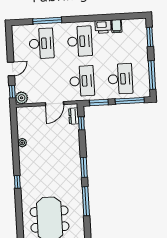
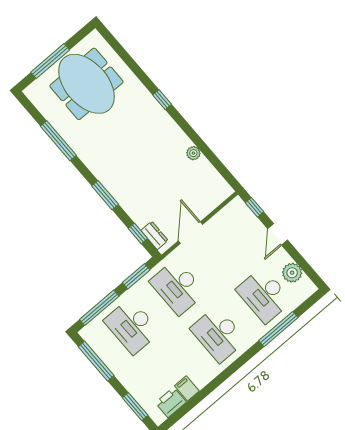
printer: (103, 27) -> (171, 402), moved
plant: (22, 98) -> (292, 273), moved
window: (84, 167) -> (105, 195), moved

